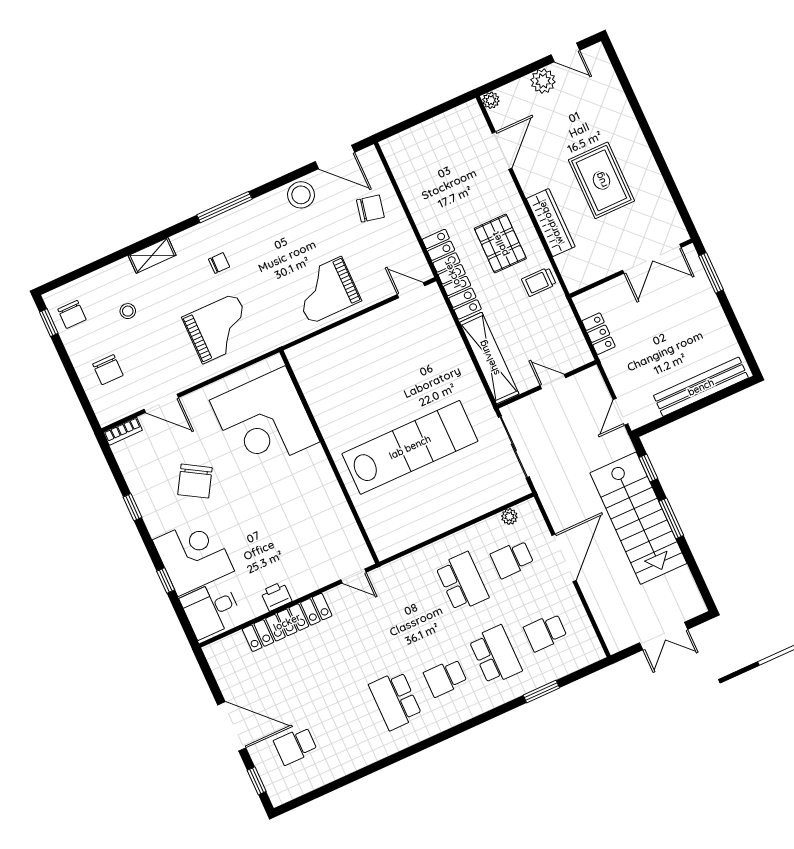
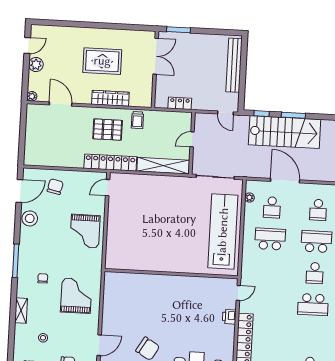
corner desk: (265, 421) -> (136, 297), removed
lab bench: (410, 447) -> (223, 232), moved
printer: (276, 596) -> (229, 317), moved

